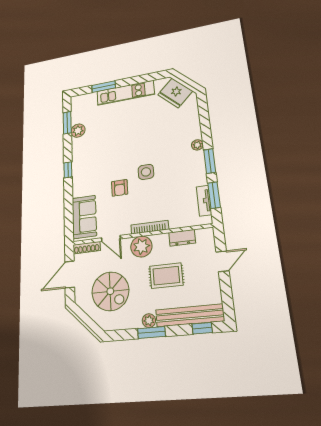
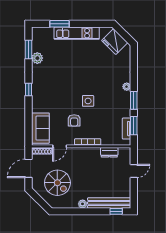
armchair: (120, 188) -> (74, 120), moved
door: (111, 238) -> (60, 146), hinge flipped
plant: (141, 246) -> (81, 155), removed
rug: (166, 276) -> (96, 176), removed
window: (151, 332) -> (84, 211), removed

